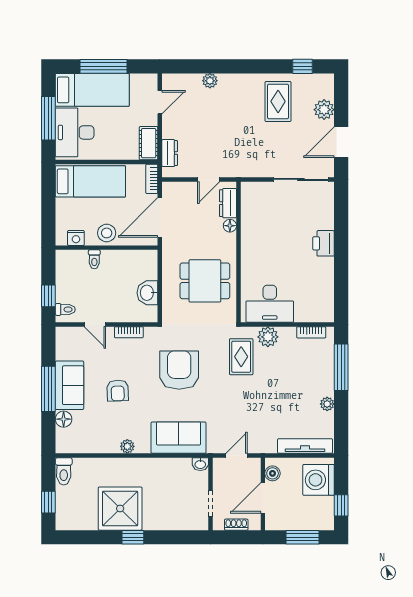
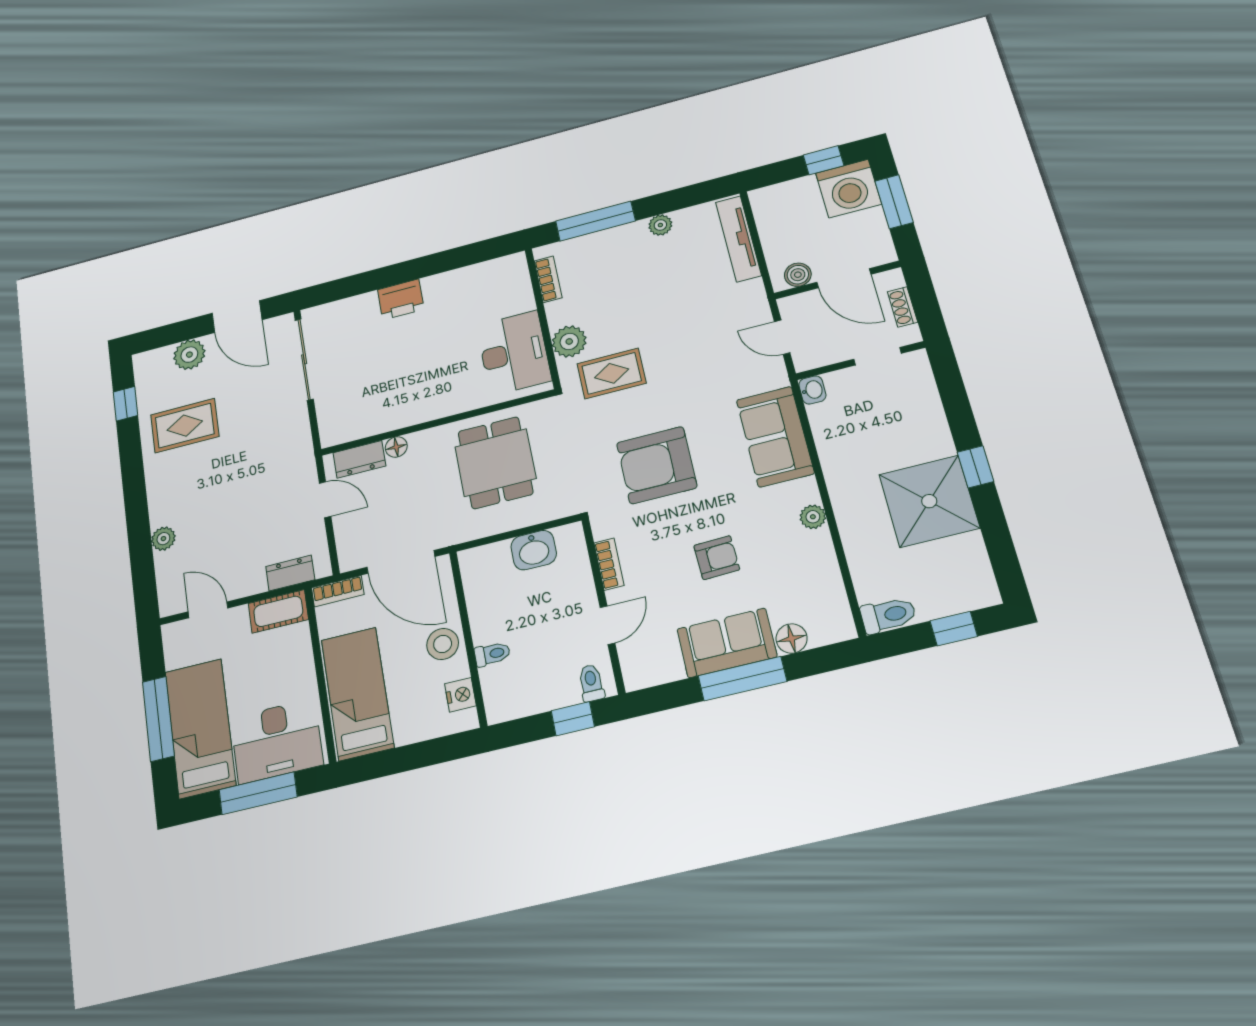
washing machine: (319, 480) -> (849, 189), moved

